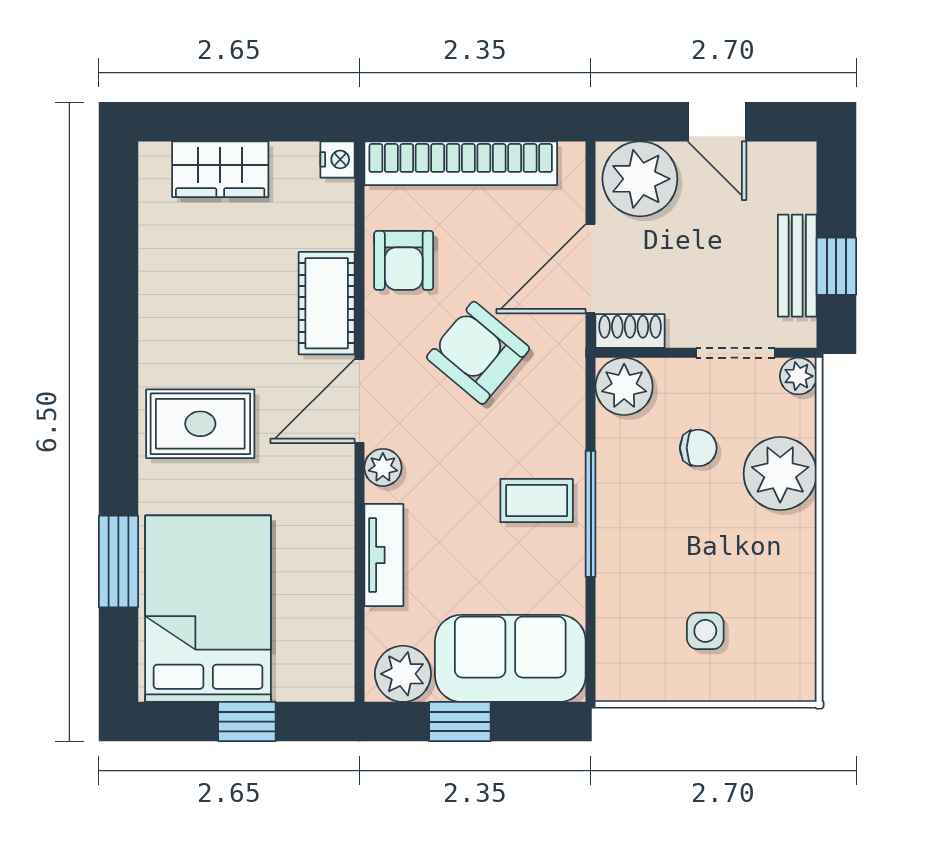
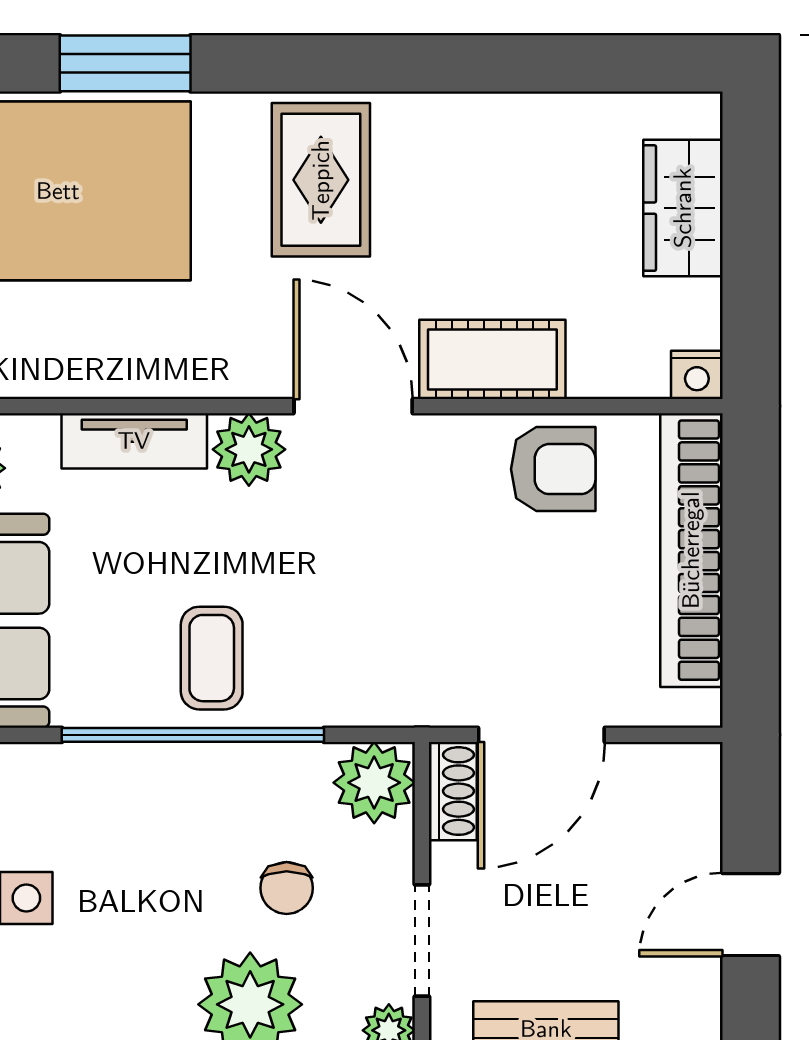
plant: (640, 179) -> (669, 805), removed
armchair: (404, 260) -> (553, 469), turned 180
door: (591, 269) -> (541, 735), swing flipped
armchair: (478, 353) -> (422, 575), removed
plant: (383, 467) -> (249, 449), width x1.38, depth x1.38
window: (591, 514) -> (193, 735), width x1.46

